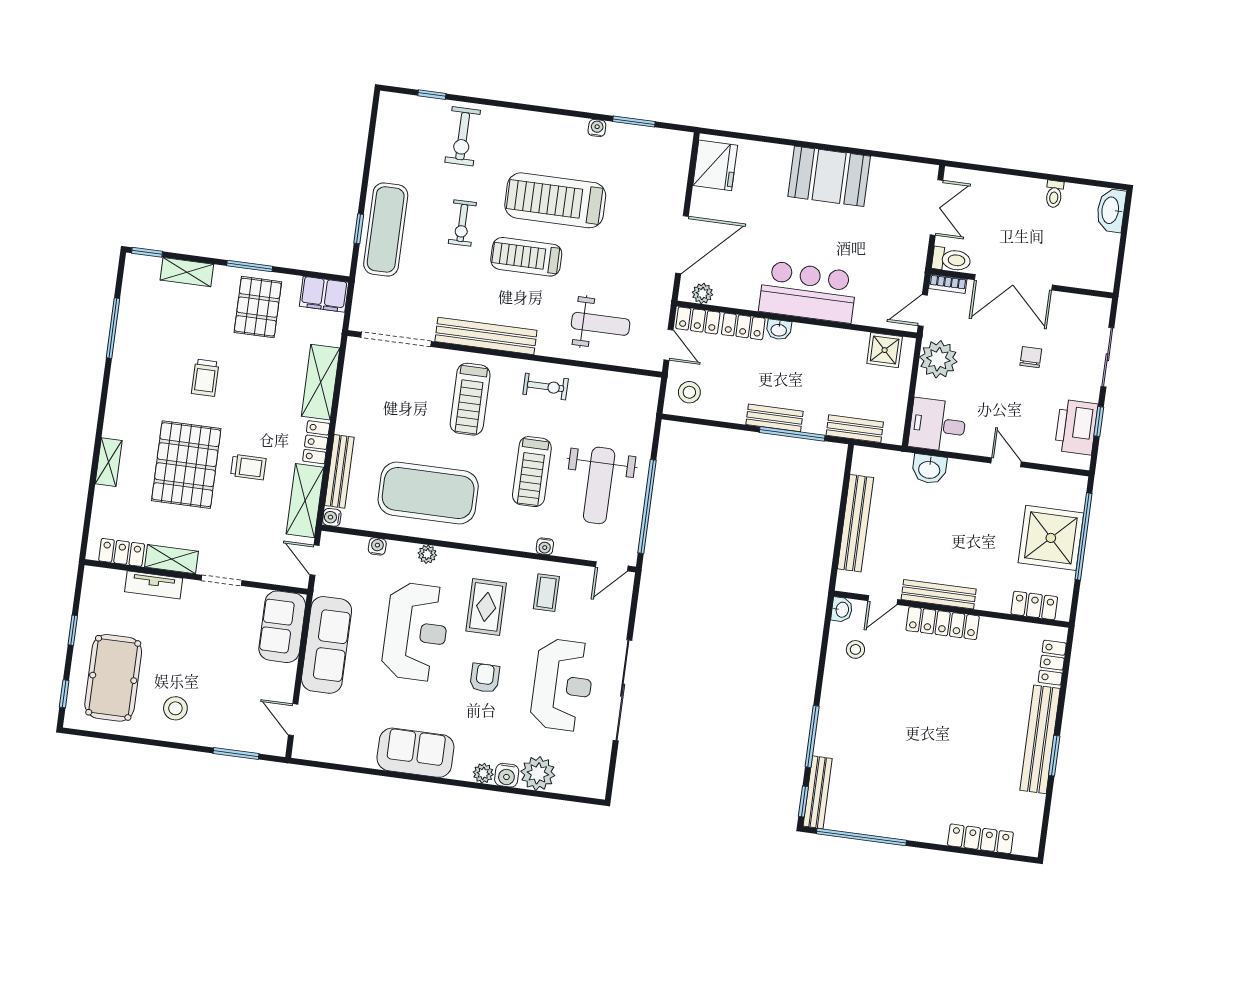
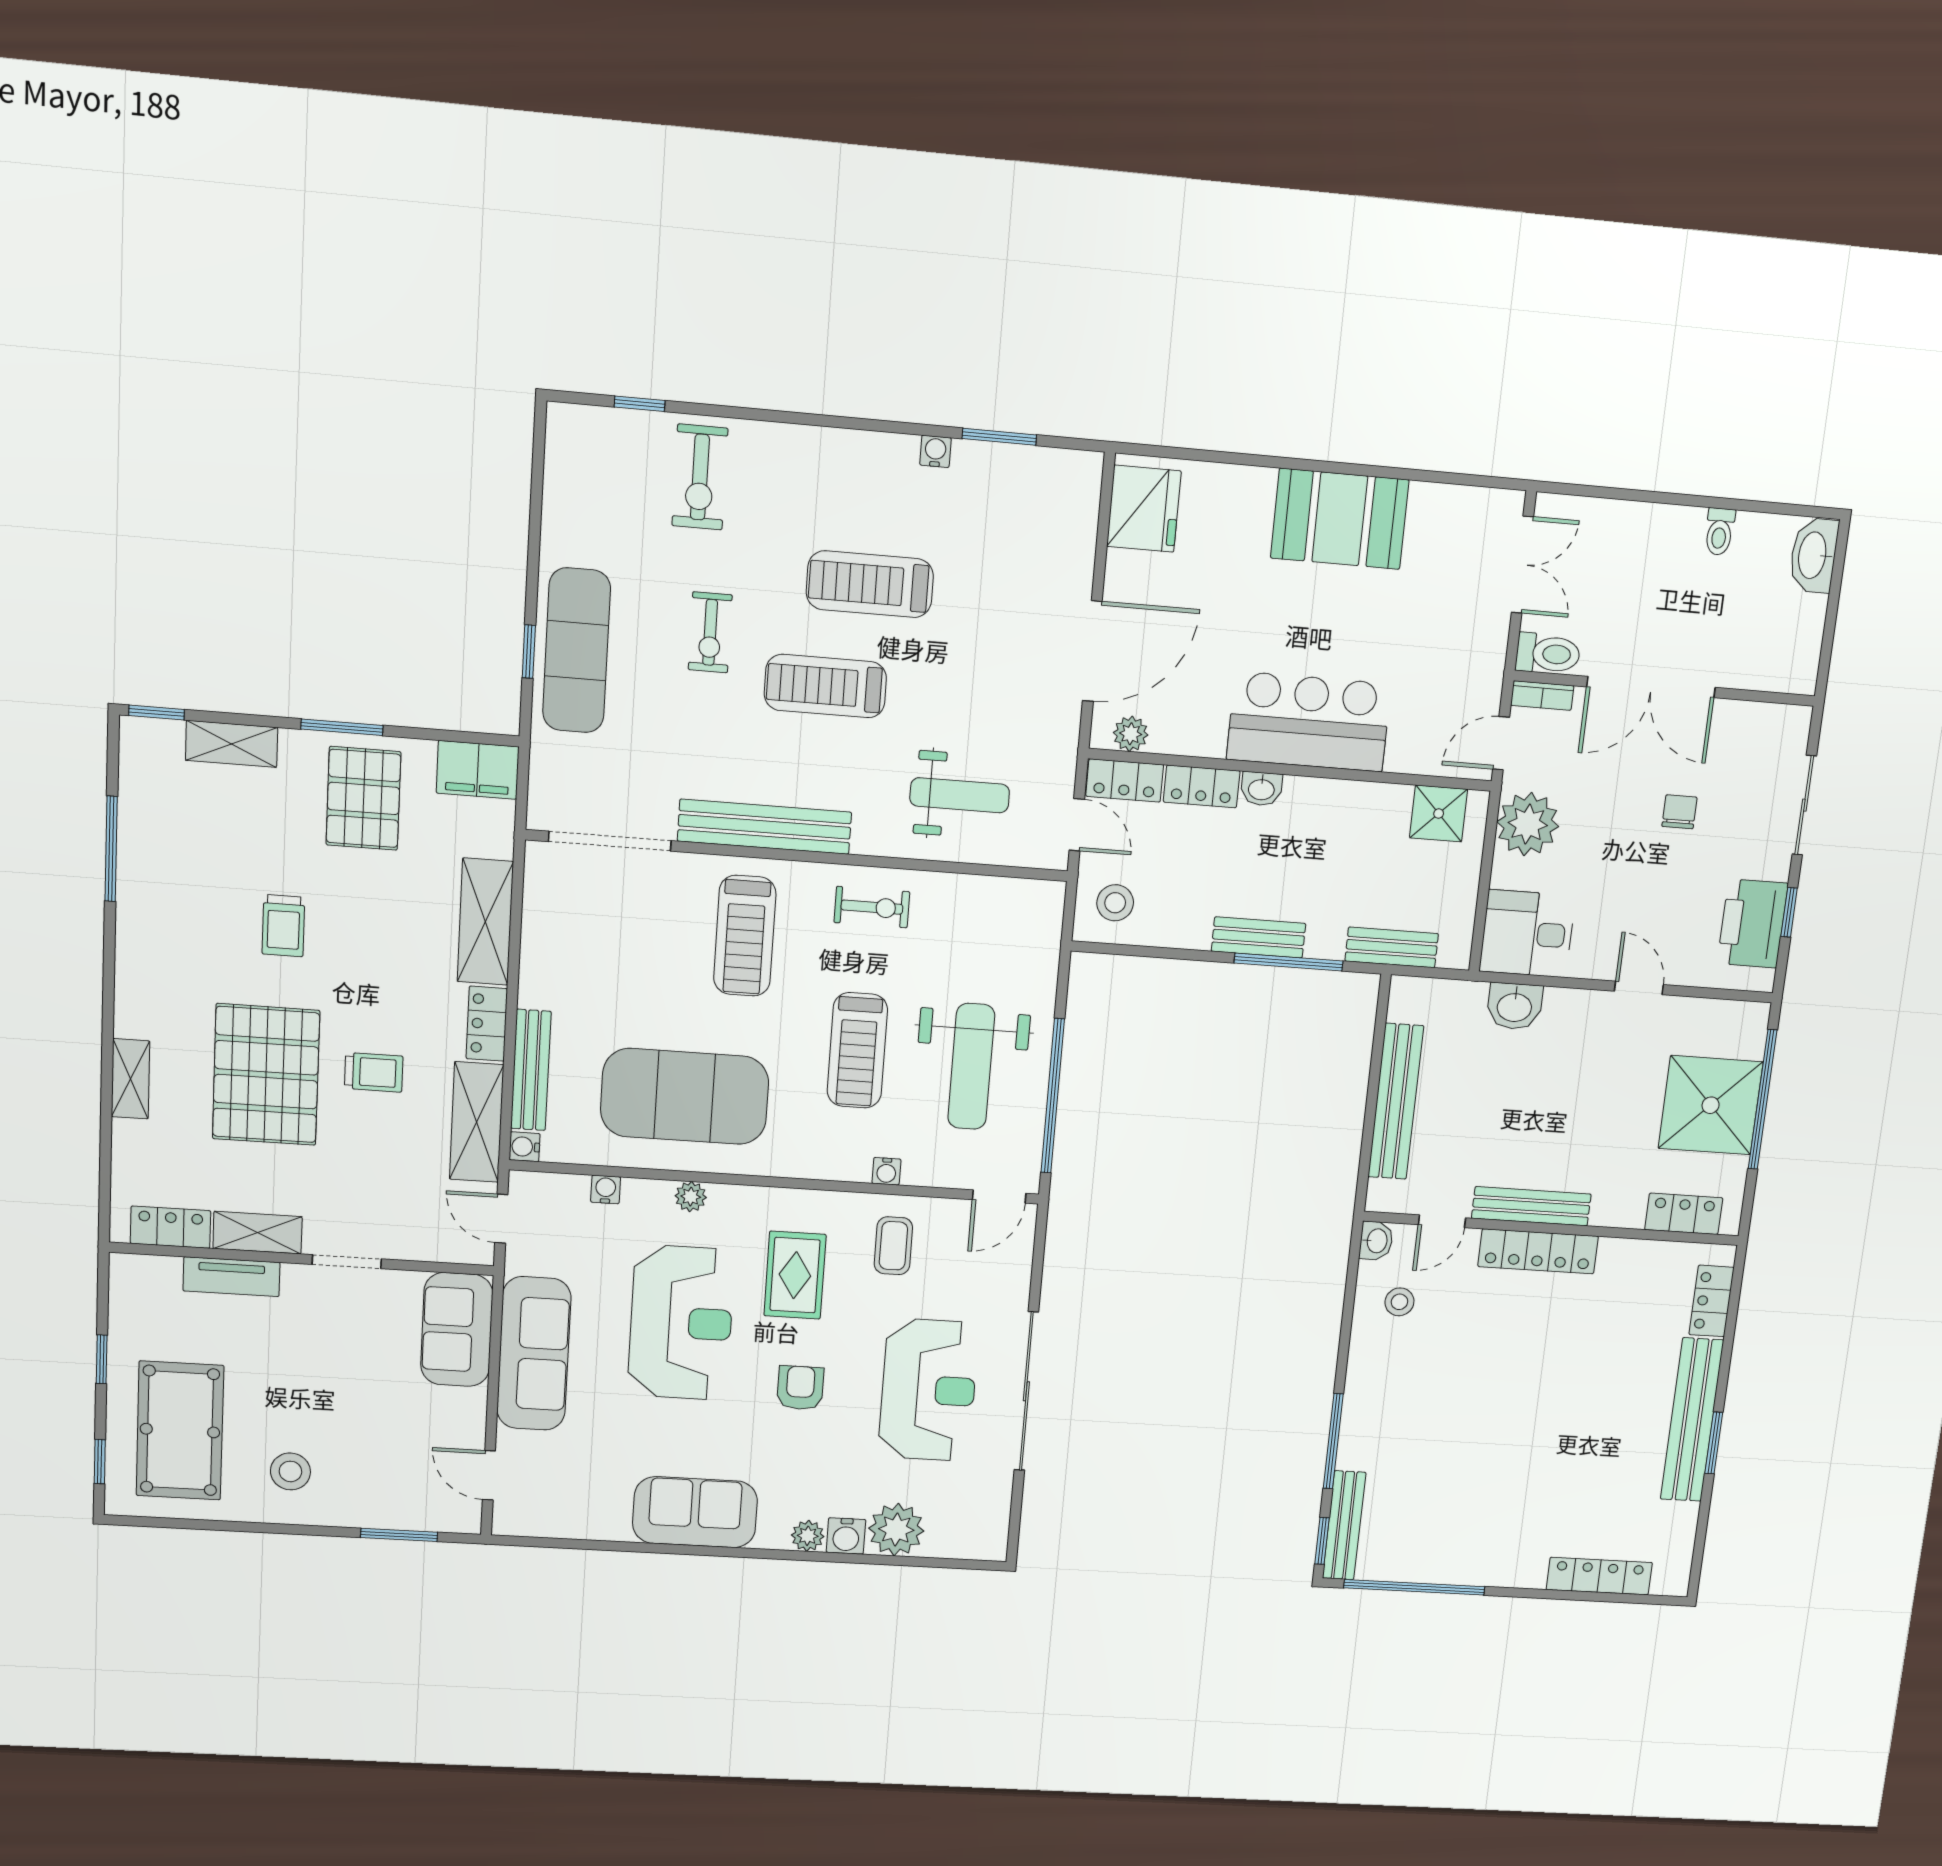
treadmill: (555, 200) -> (870, 584), width x0.73, depth x0.73

